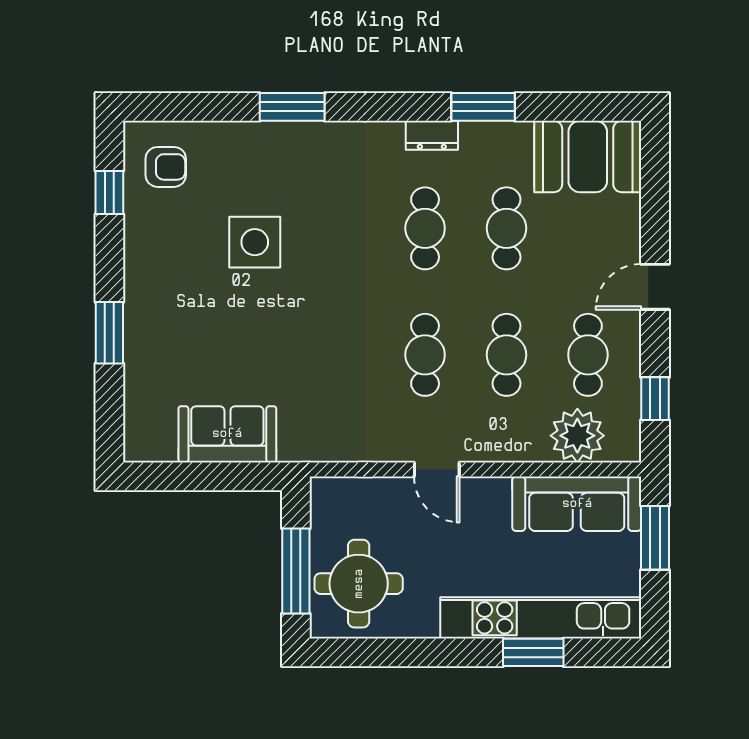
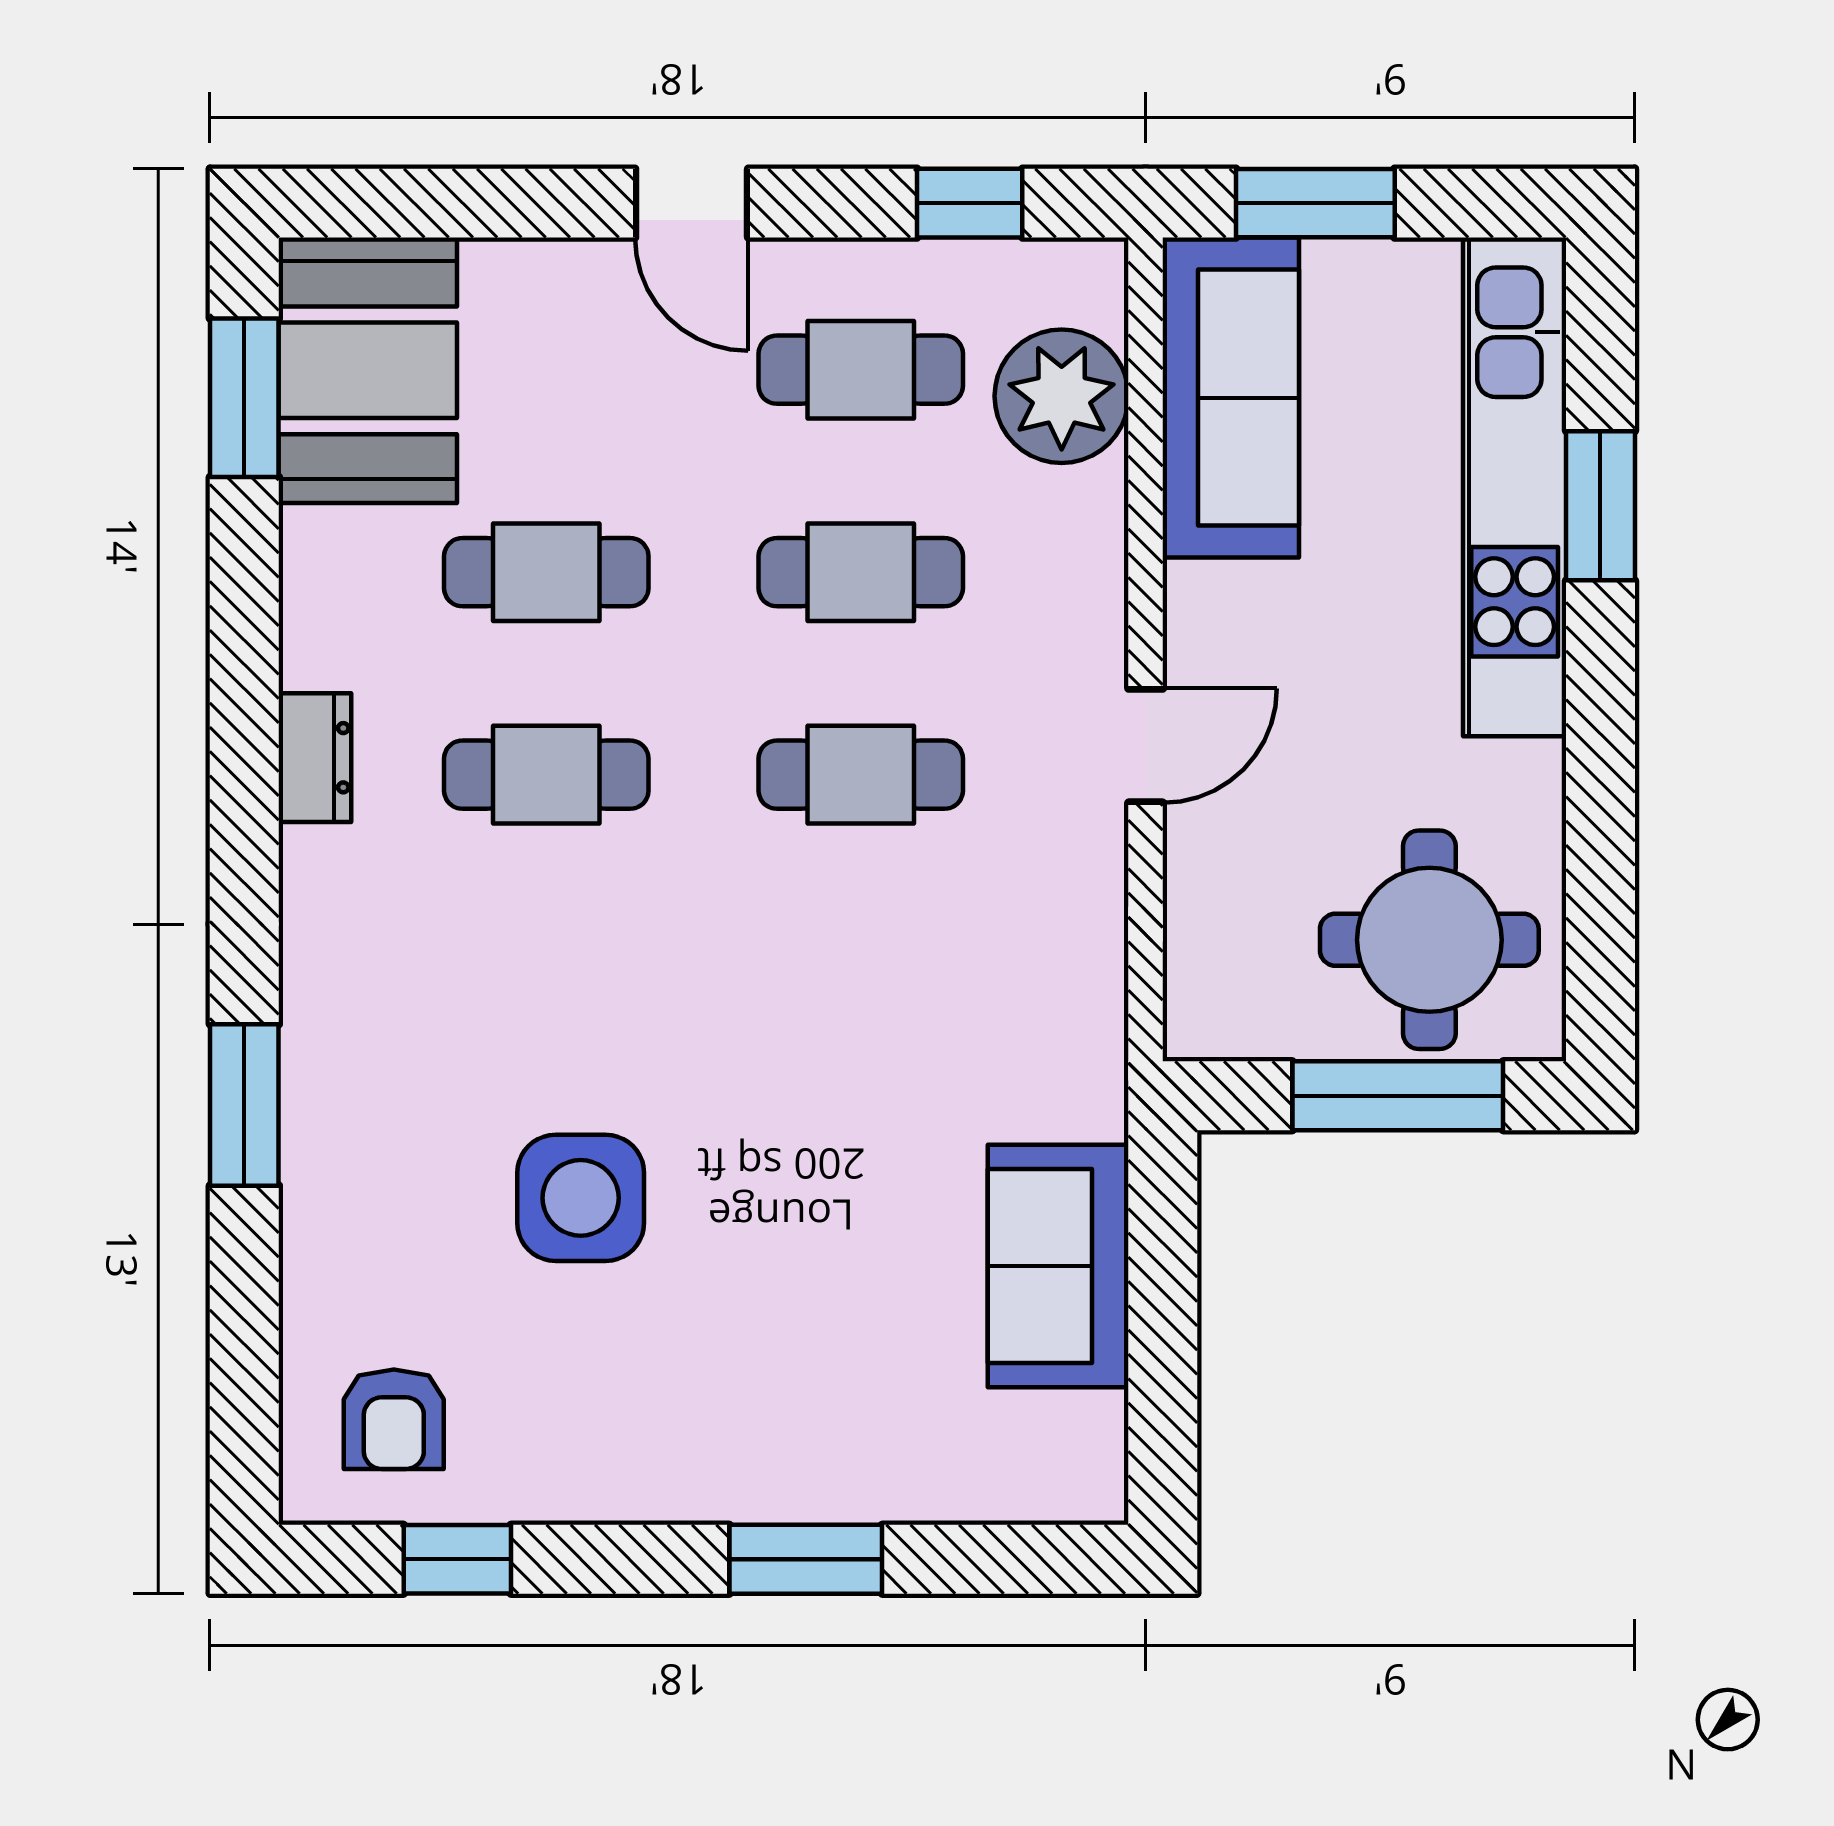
window: (483, 107) -> (244, 398), moved
armchair: (166, 167) -> (394, 1419), turned 180

